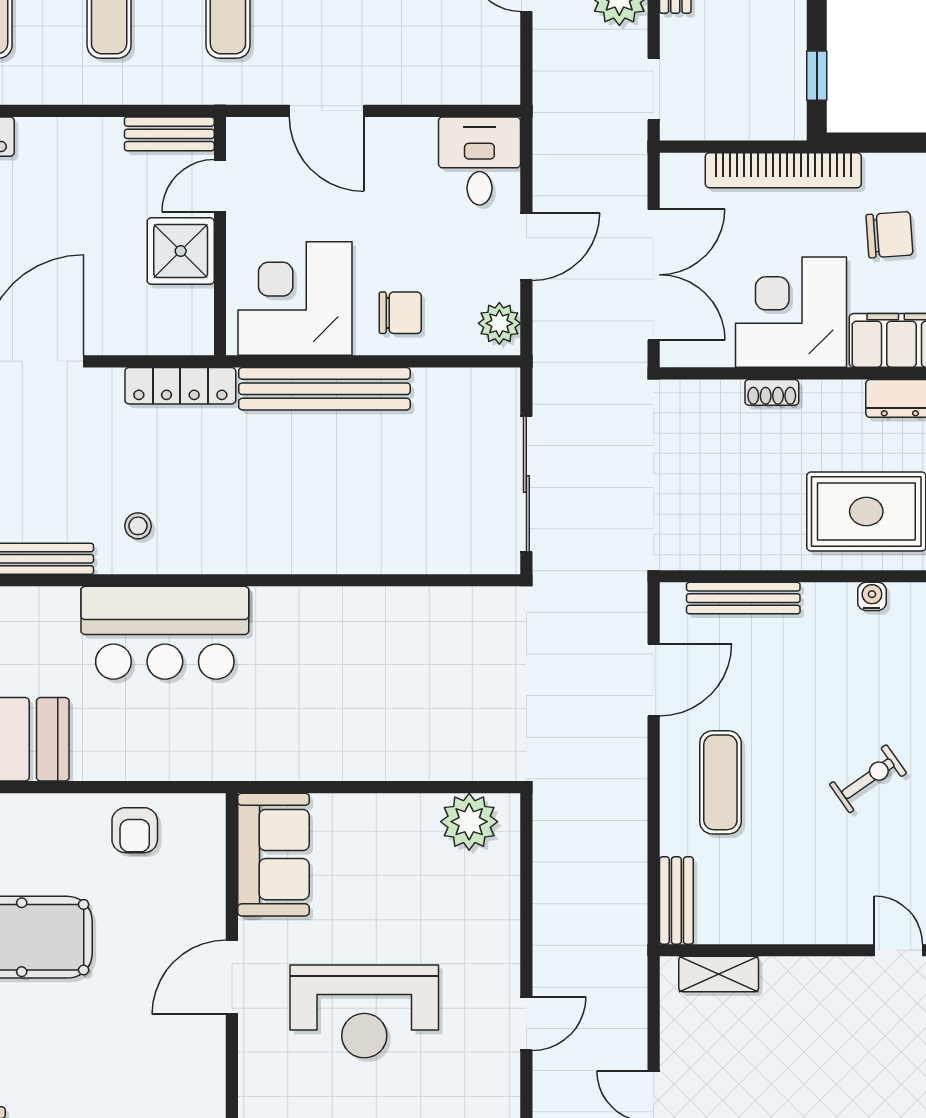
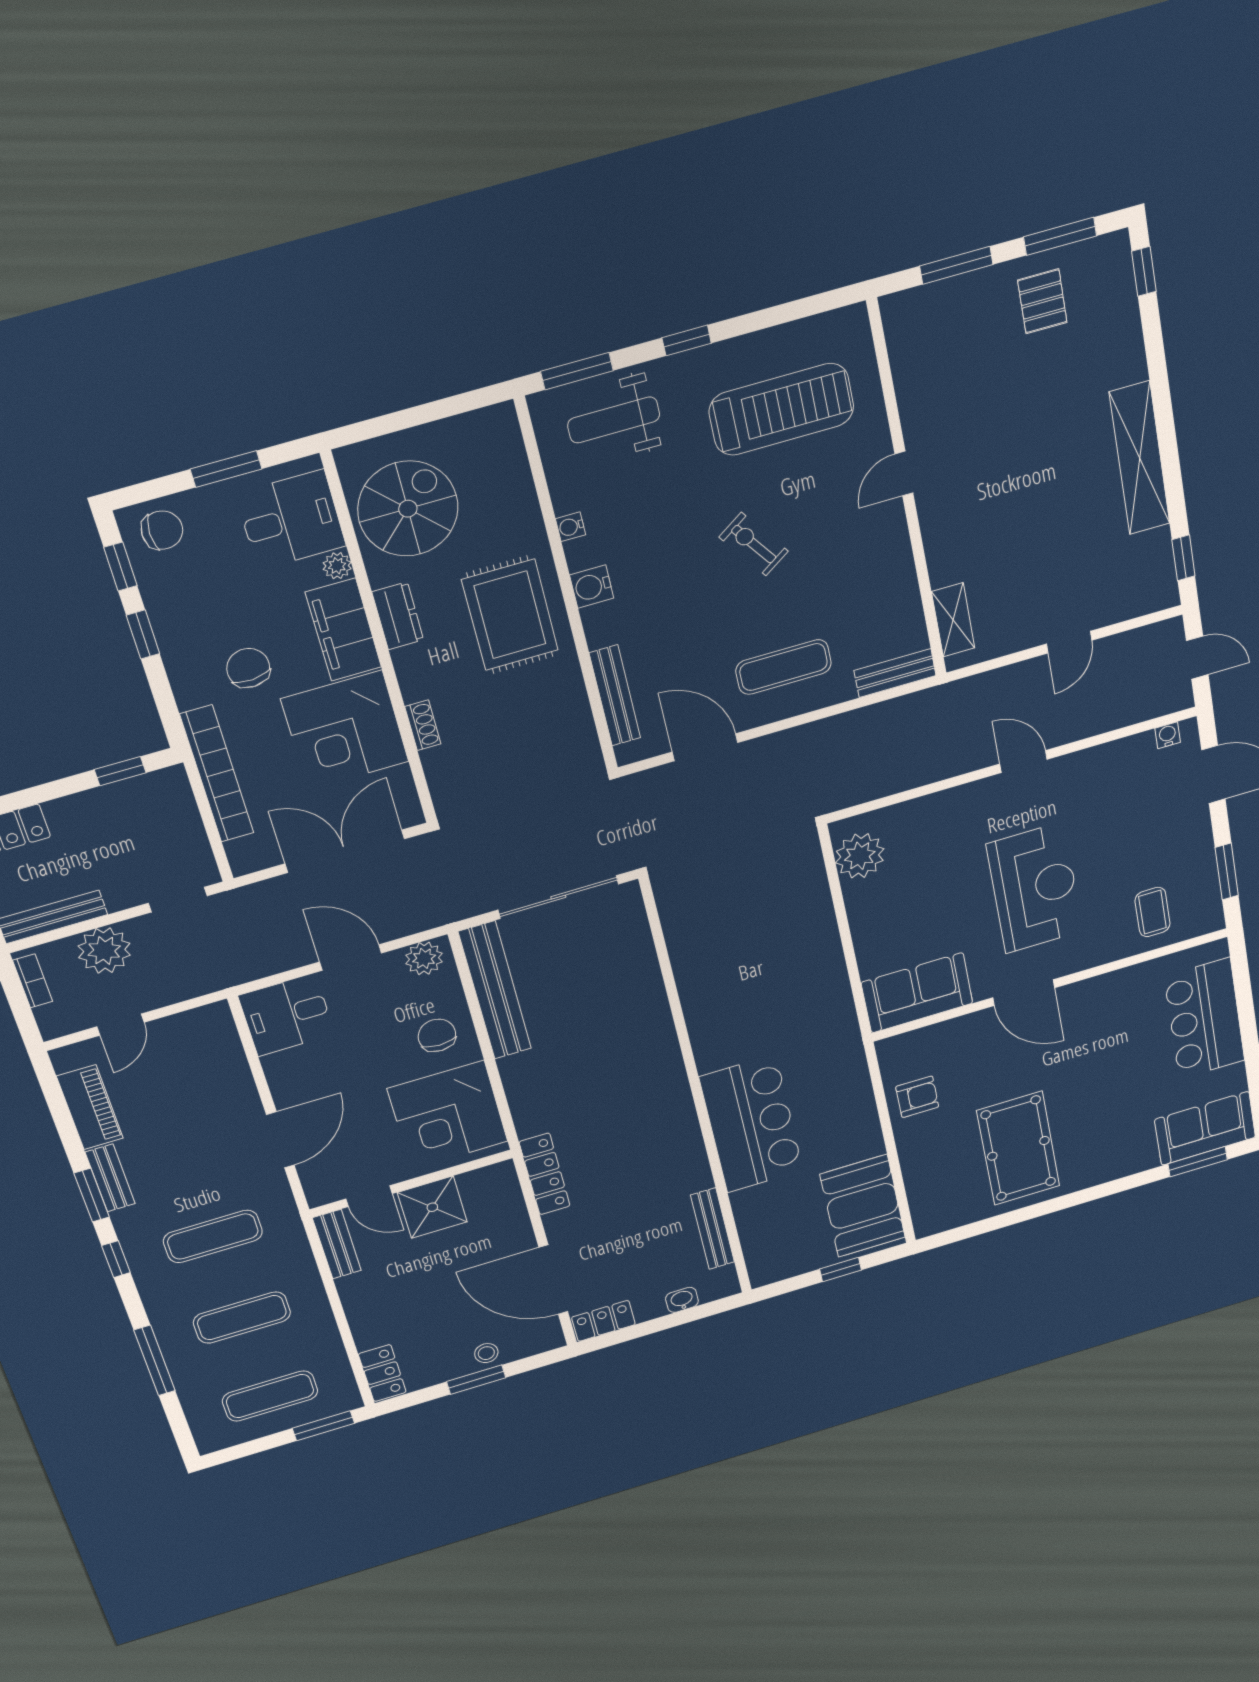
bench: (324, 389) -> (495, 990), moved
stool: (138, 526) -> (668, 1169), removed
water cooler: (872, 596) -> (592, 587), width x1.38, depth x1.38

